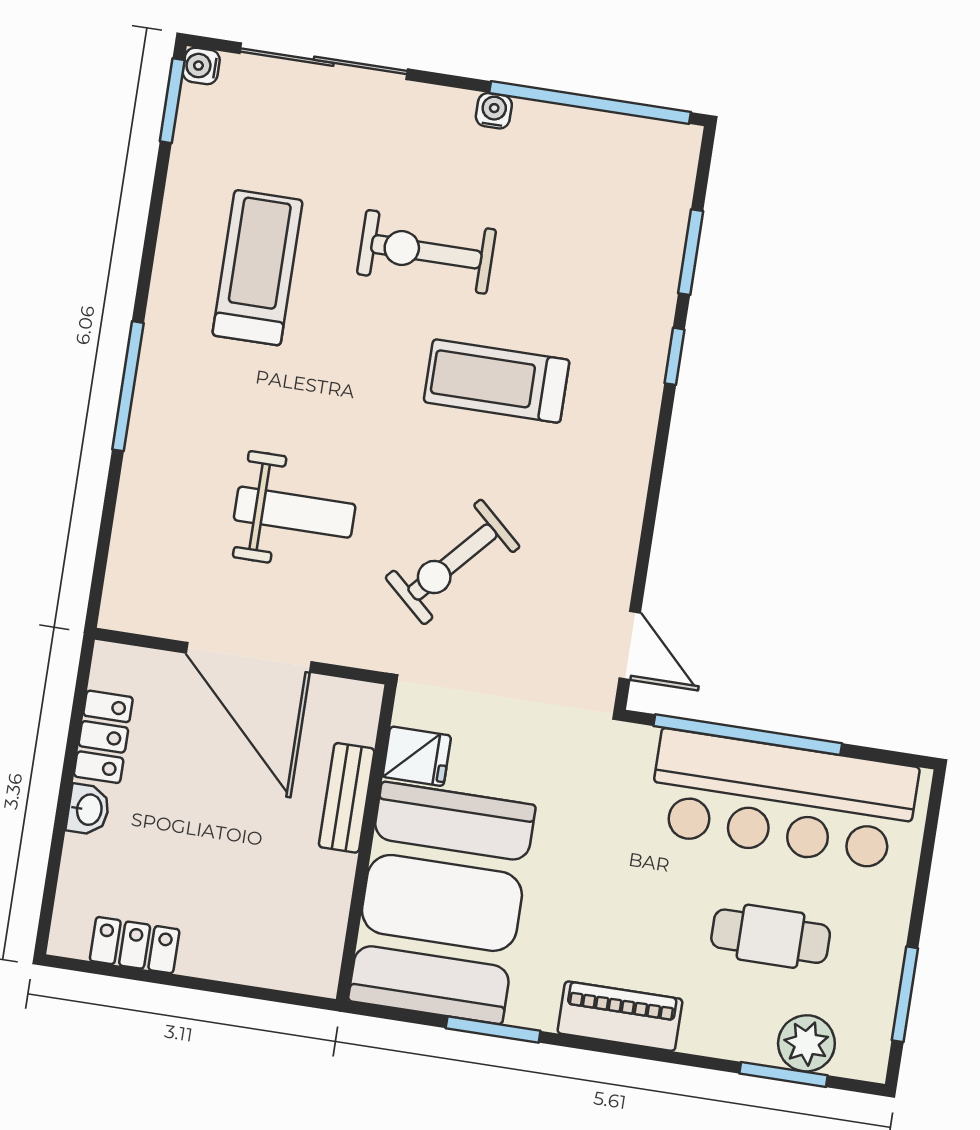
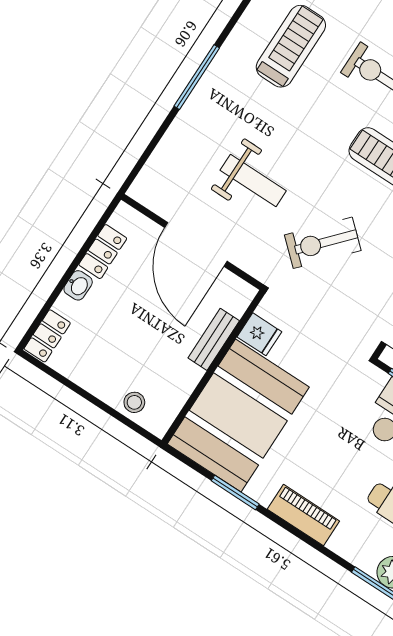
locker: (135, 945) -> (47, 336), moved, turned 90
stool: (264, 958) -> (134, 402), added

